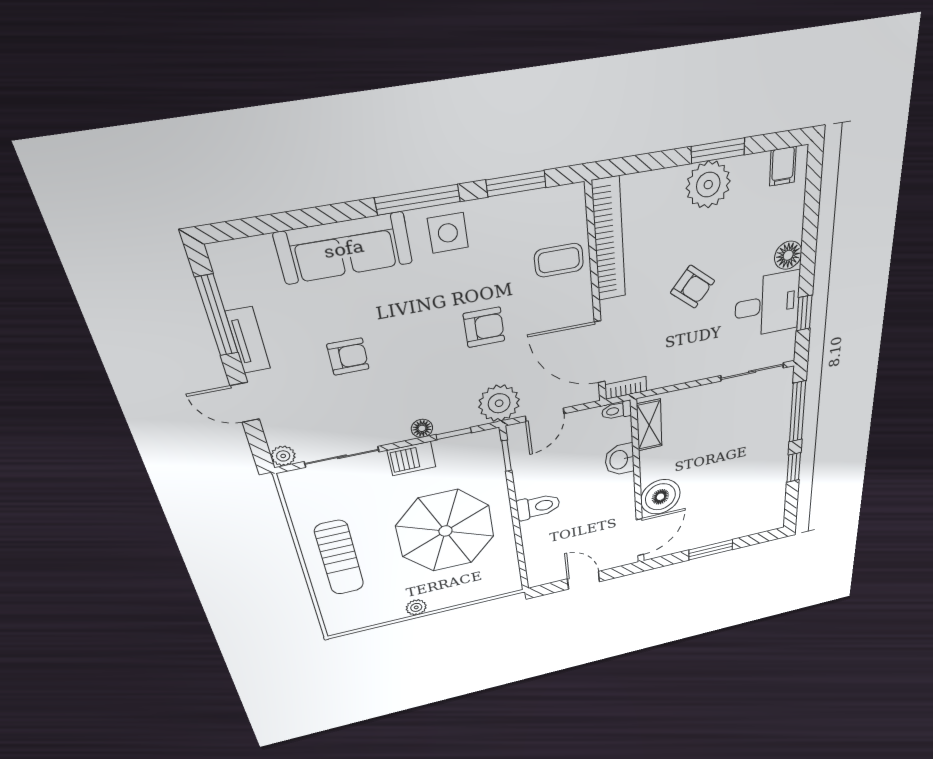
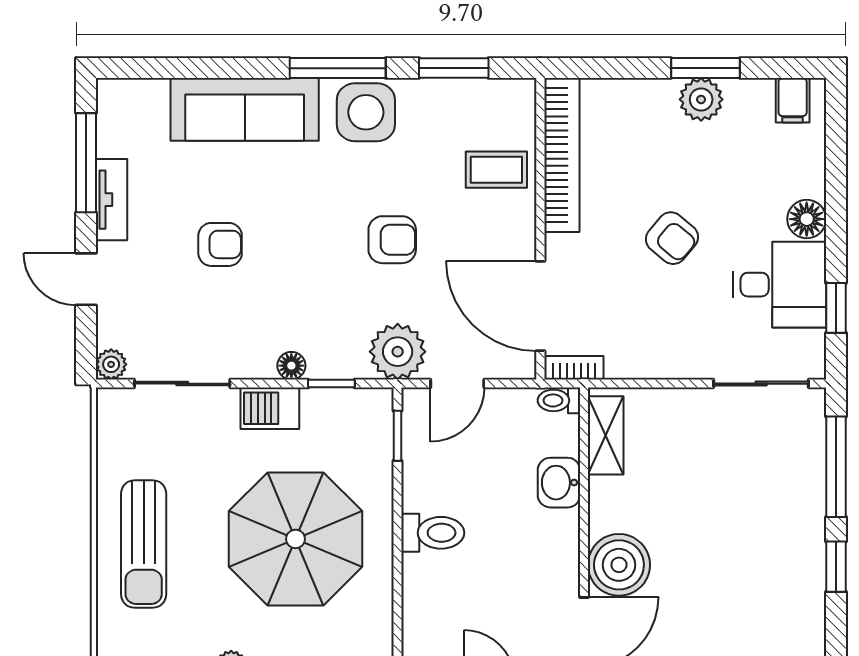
plant: (708, 185) -> (701, 99), width x0.73, depth x0.73
side table: (448, 233) -> (366, 112), width x1.37, depth x1.37

